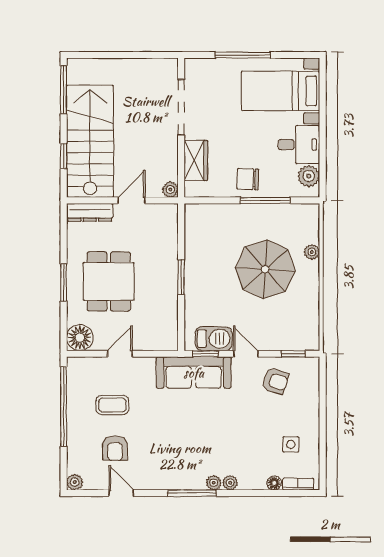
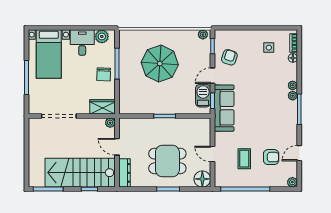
wardrobe: (196, 160) -> (103, 107), moved
plant: (312, 252) -> (203, 35), moved

